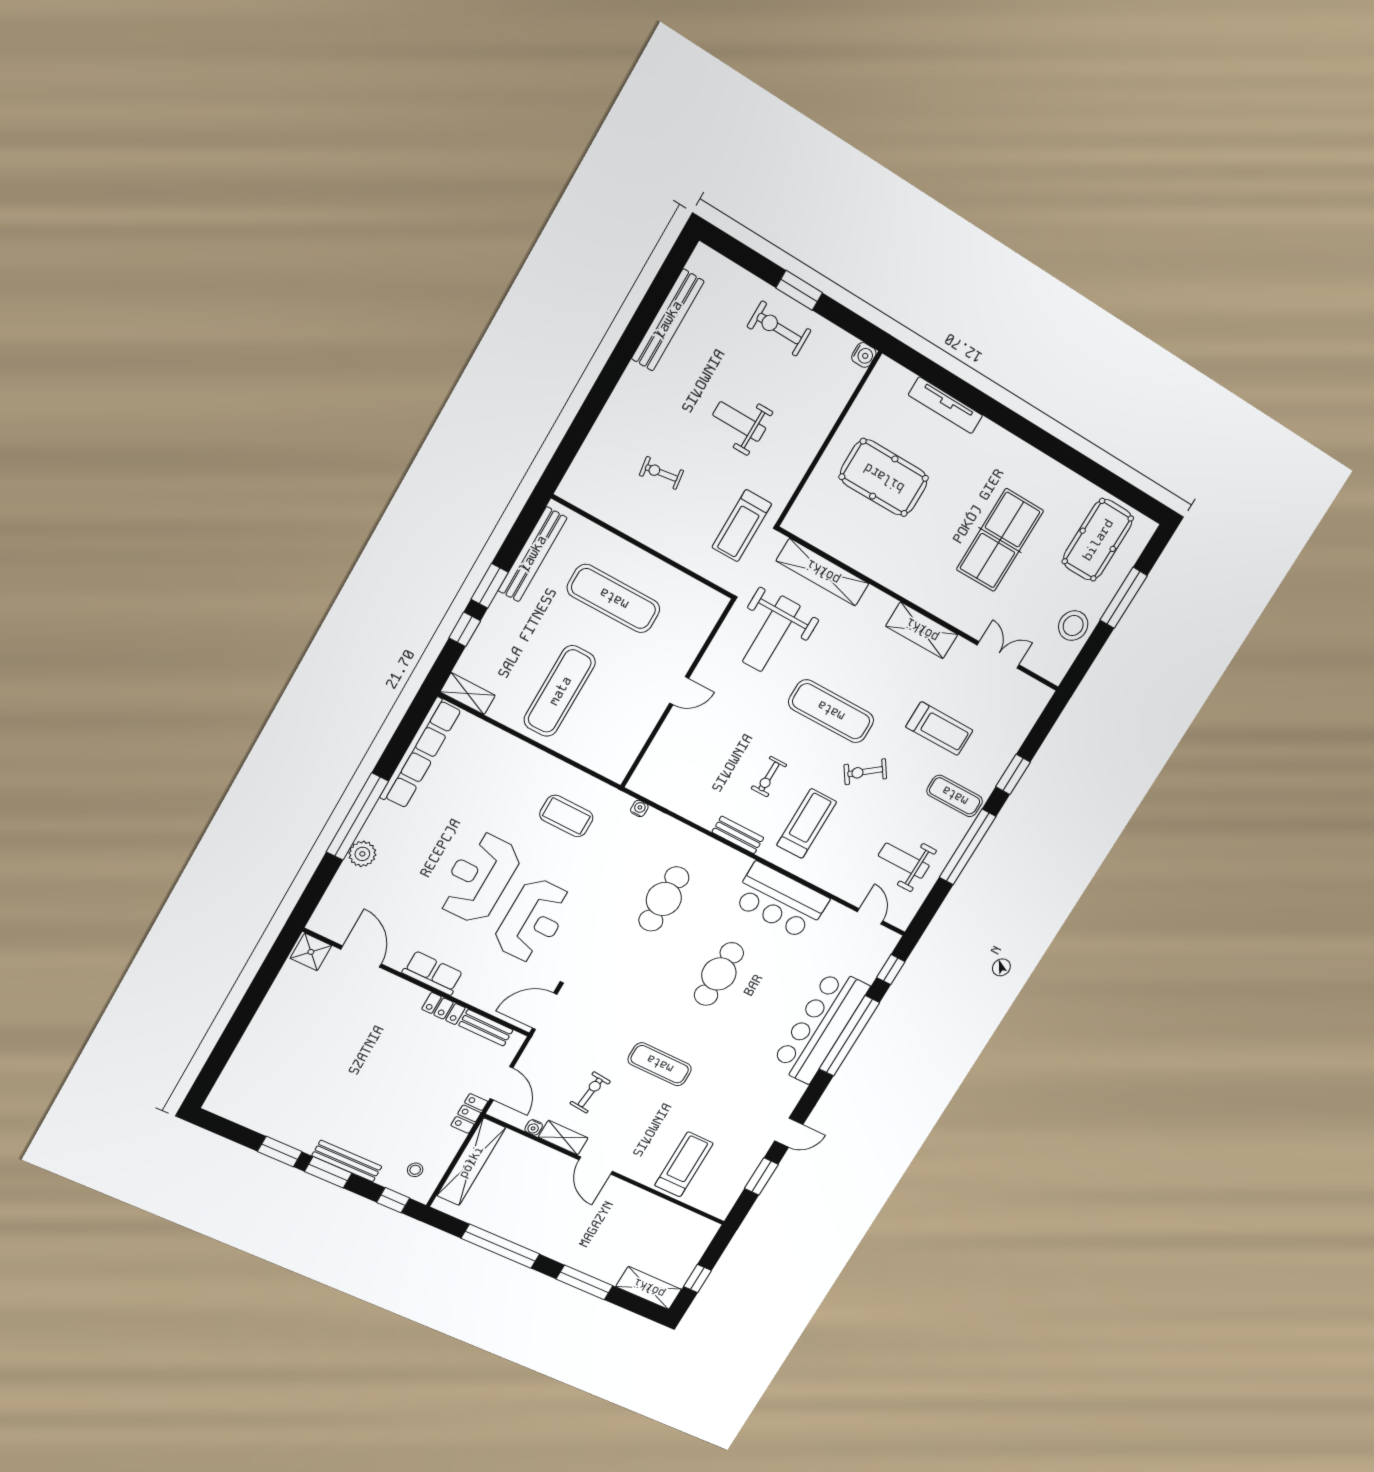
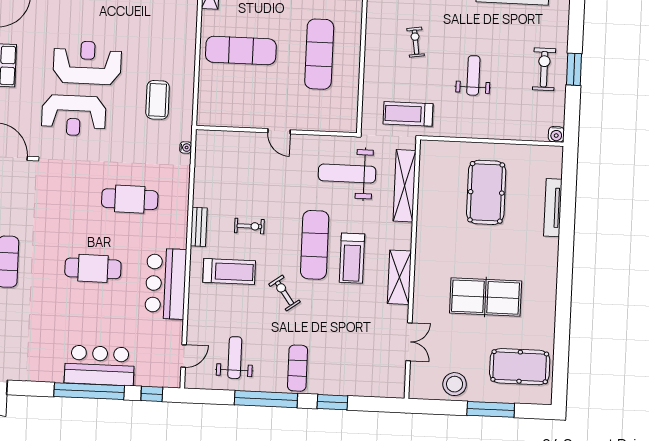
treadmill: (939, 729) -> (352, 258), moved
exercise bike: (769, 777) -> (249, 226), turned 180
bar counter: (820, 1026) -> (100, 365), width x0.73

